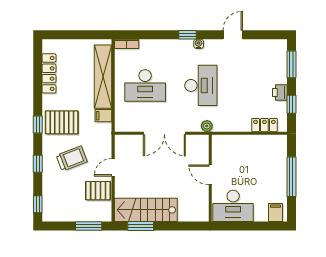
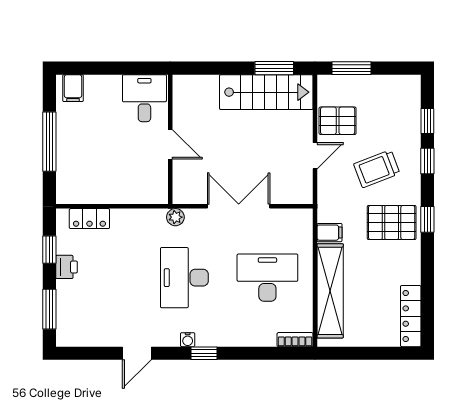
locker: (49, 73) -> (411, 316), moved
window: (38, 204) -> (427, 121), moved
desk: (233, 206) -> (144, 98), width x0.73

